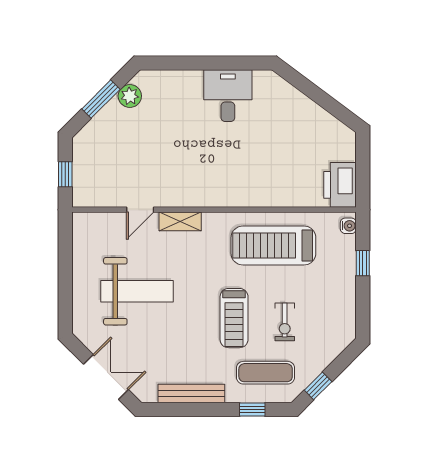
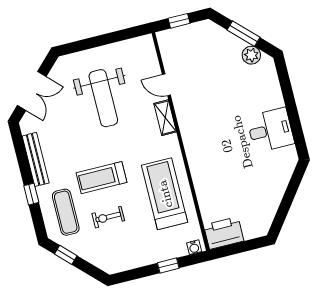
window: (252, 409) -> (31, 194), moved

